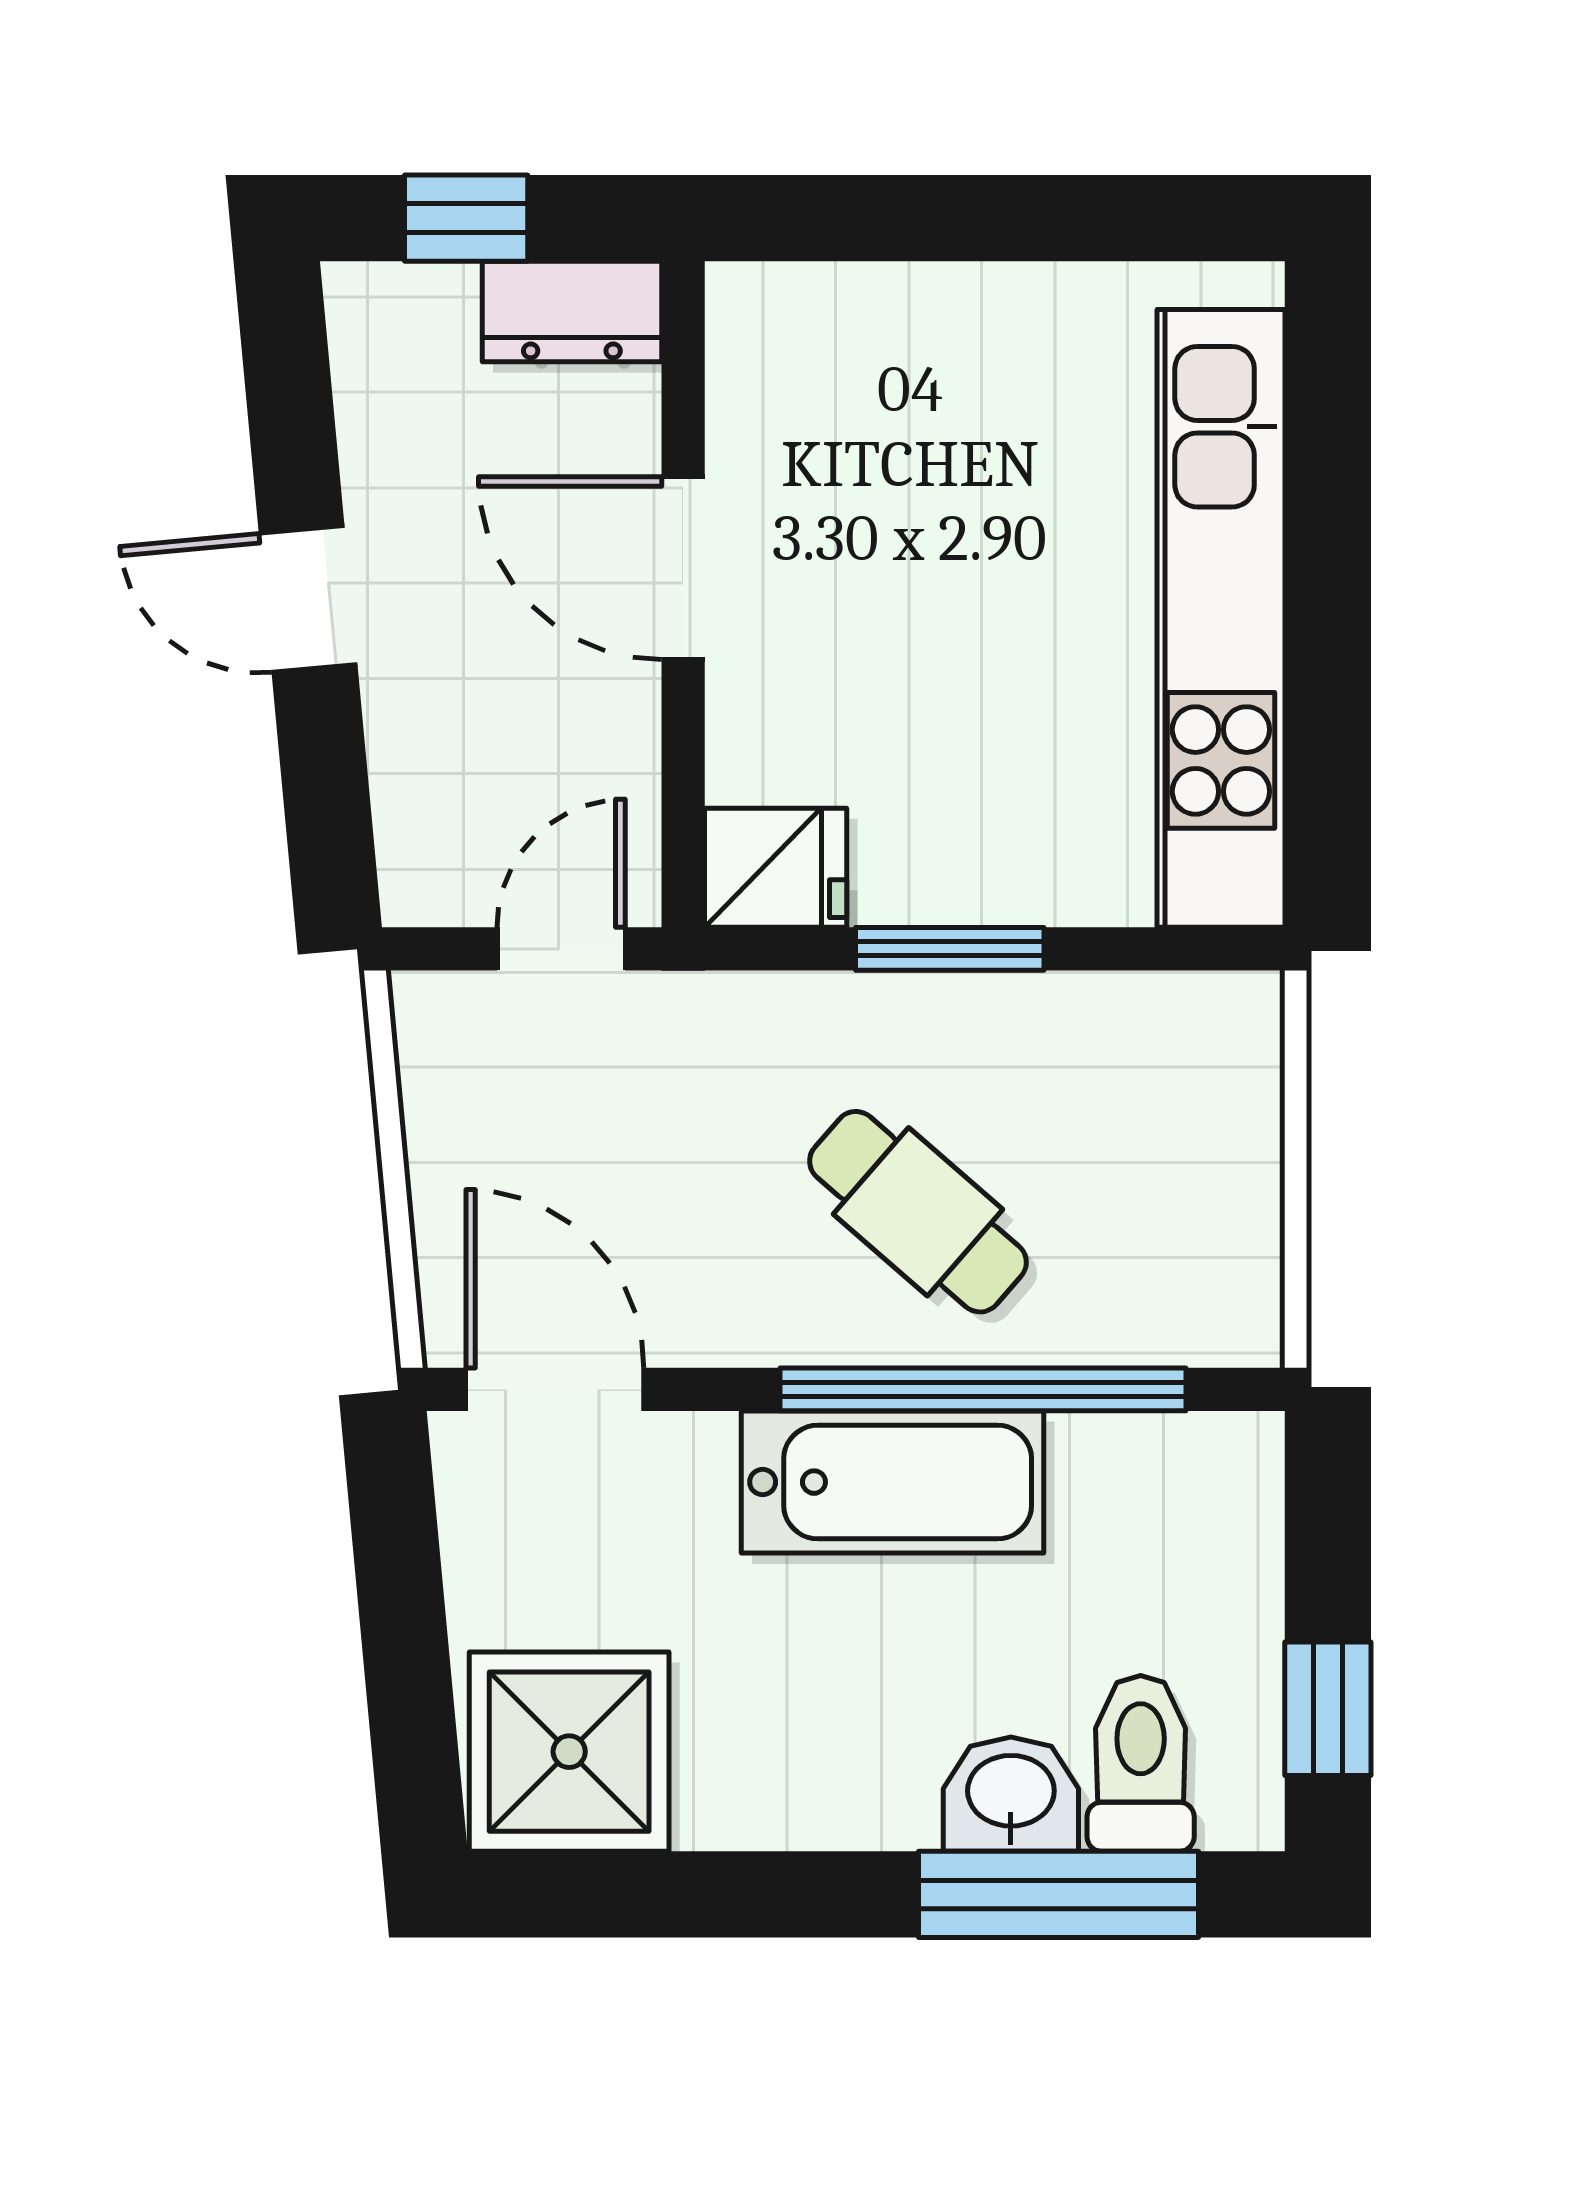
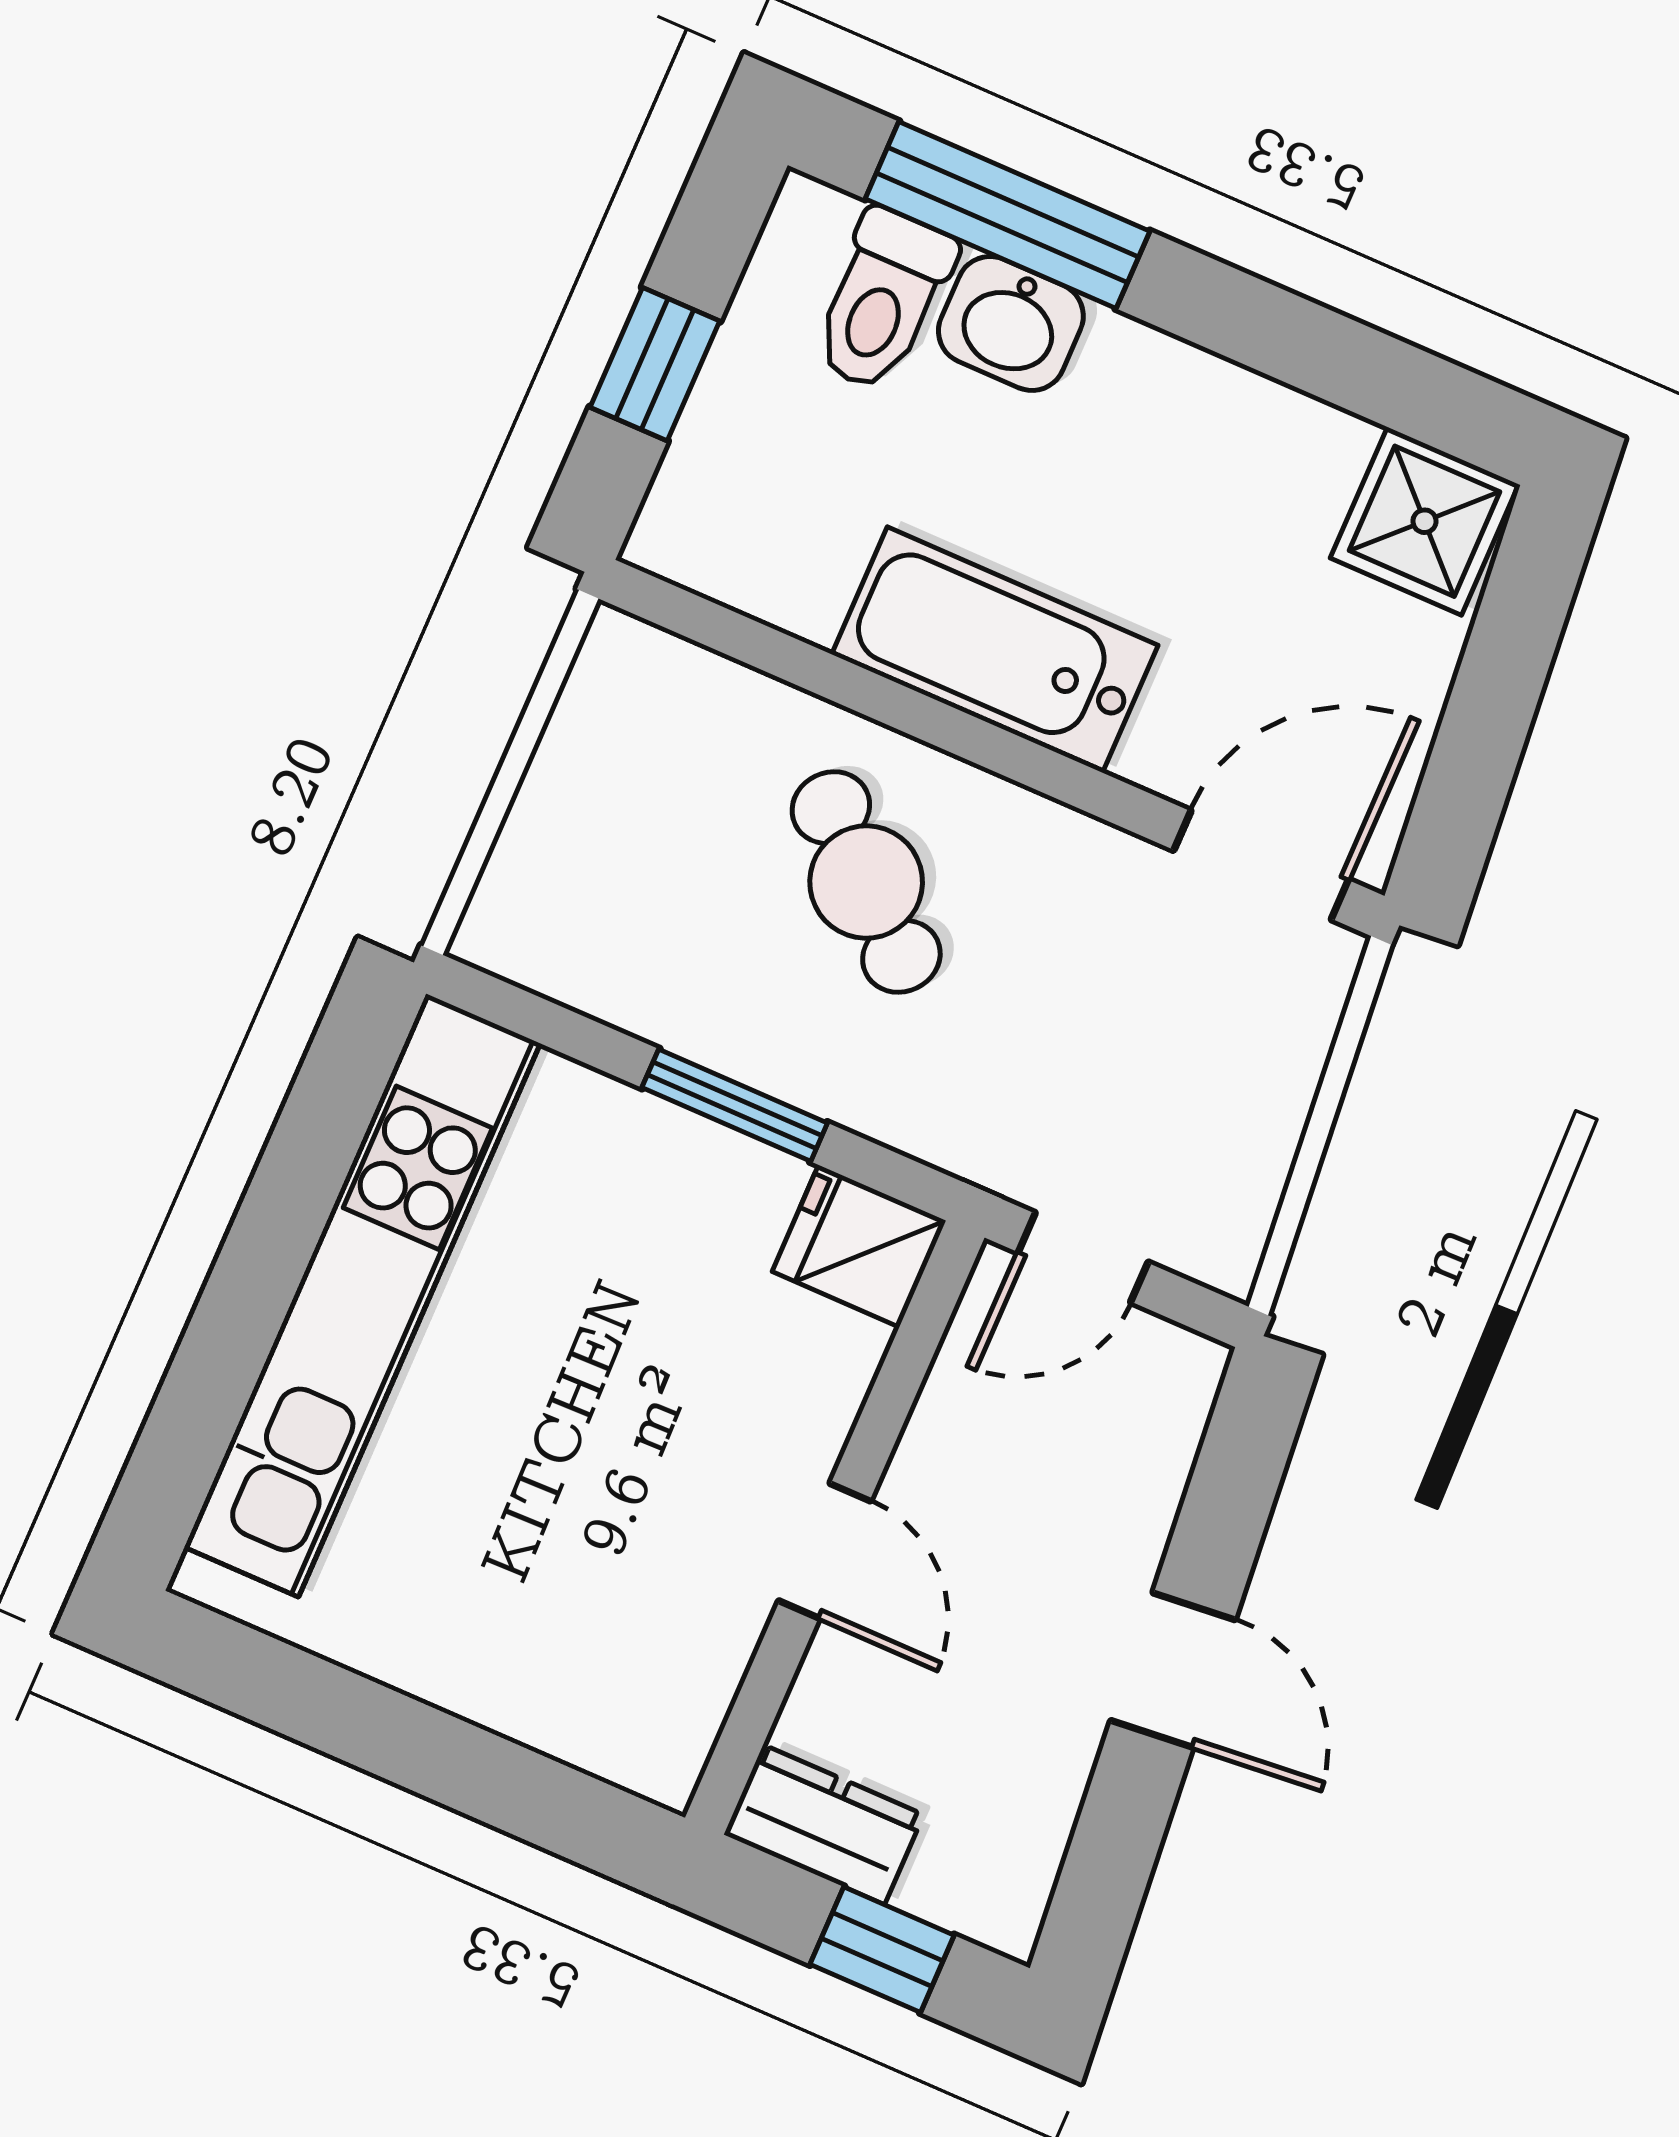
door: (683, 568) -> (825, 1551), width x0.73
door: (555, 1389) -> (1261, 865), swing flipped
window: (983, 1389) -> (877, 697), removed
window: (1328, 1709) -> (655, 364), moved
shower: (569, 1752) -> (1424, 521), width x0.73, depth x0.73

